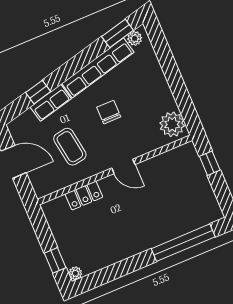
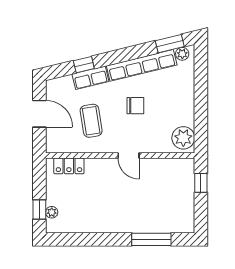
chair: (109, 112) -> (135, 106), turned 90
locker: (84, 196) -> (69, 166), moved
window: (183, 243) -> (151, 239), width x0.68
plant: (75, 273) -> (52, 212), moved

